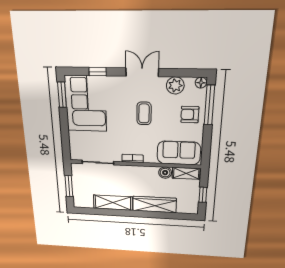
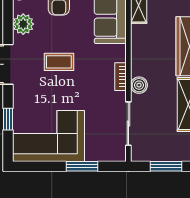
window: (62, 95) -> (82, 166), moved
boiler: (165, 173) -> (139, 85), moved

